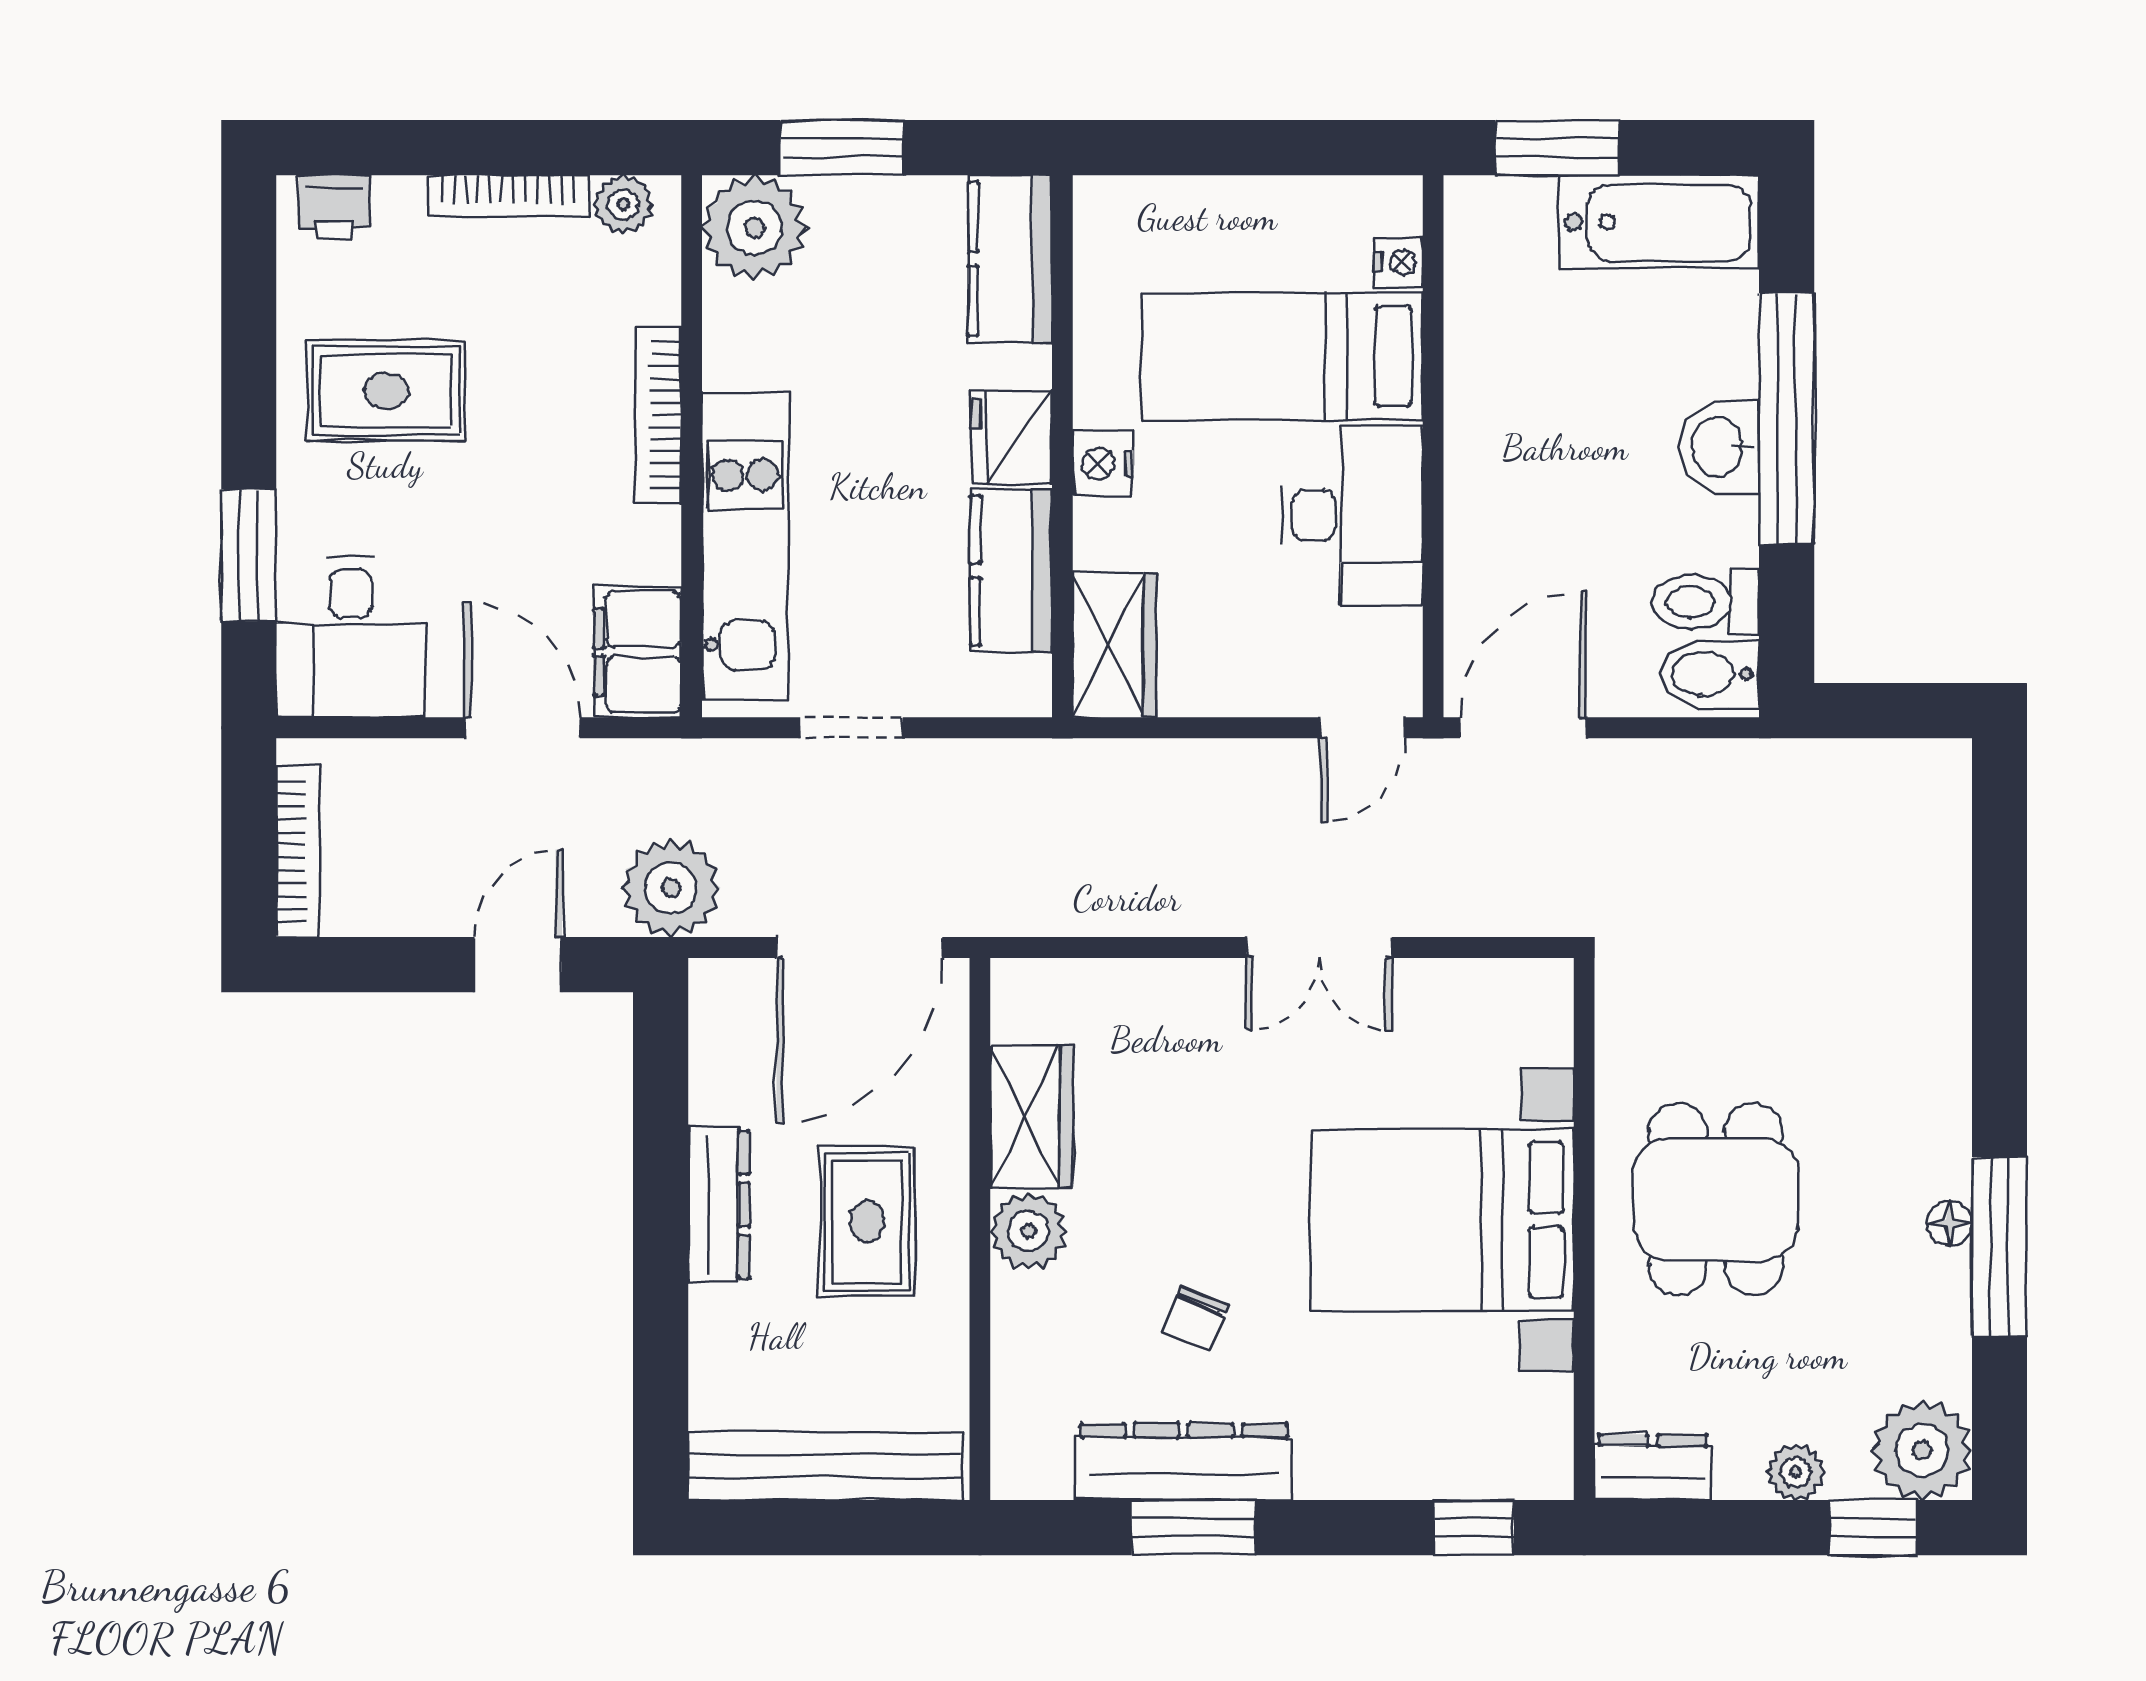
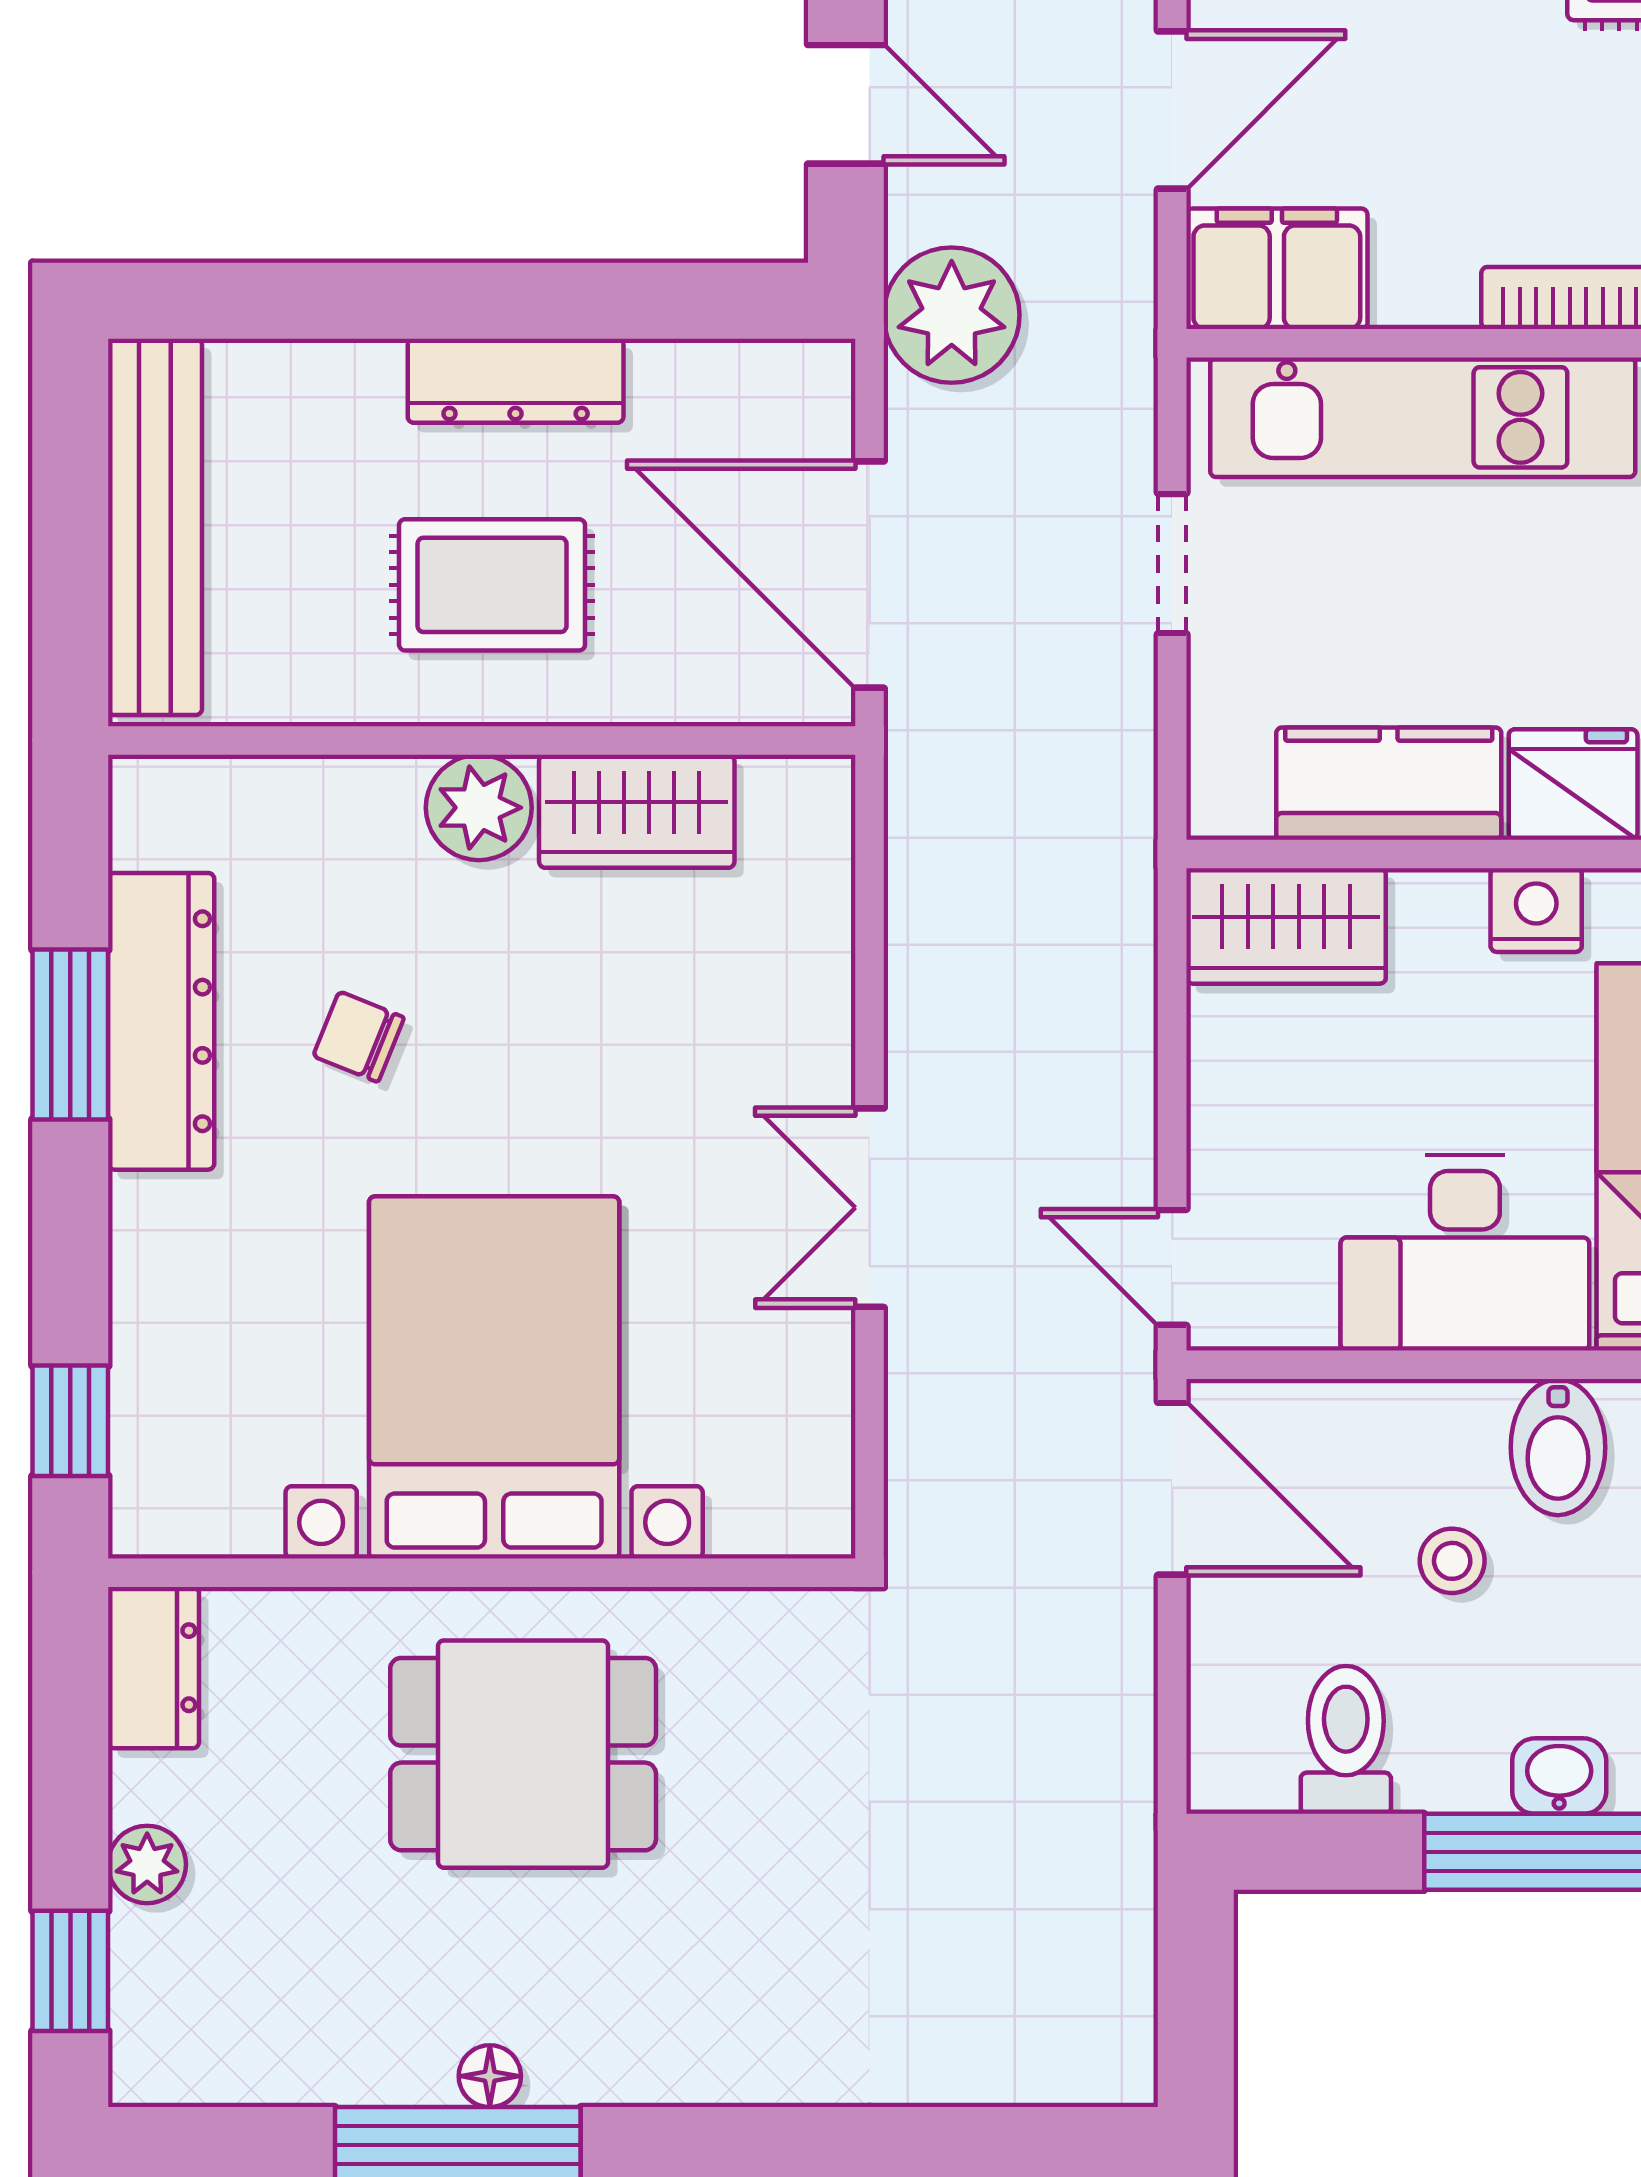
washbasin: (1719, 447) -> (1559, 1776), width x0.72, depth x0.69
stool: (1575, 525) -> (1452, 1561), added
bidet: (1710, 674) -> (1558, 1447), moved, turned 180
plant: (1922, 1450) -> (177, 2038), removed

